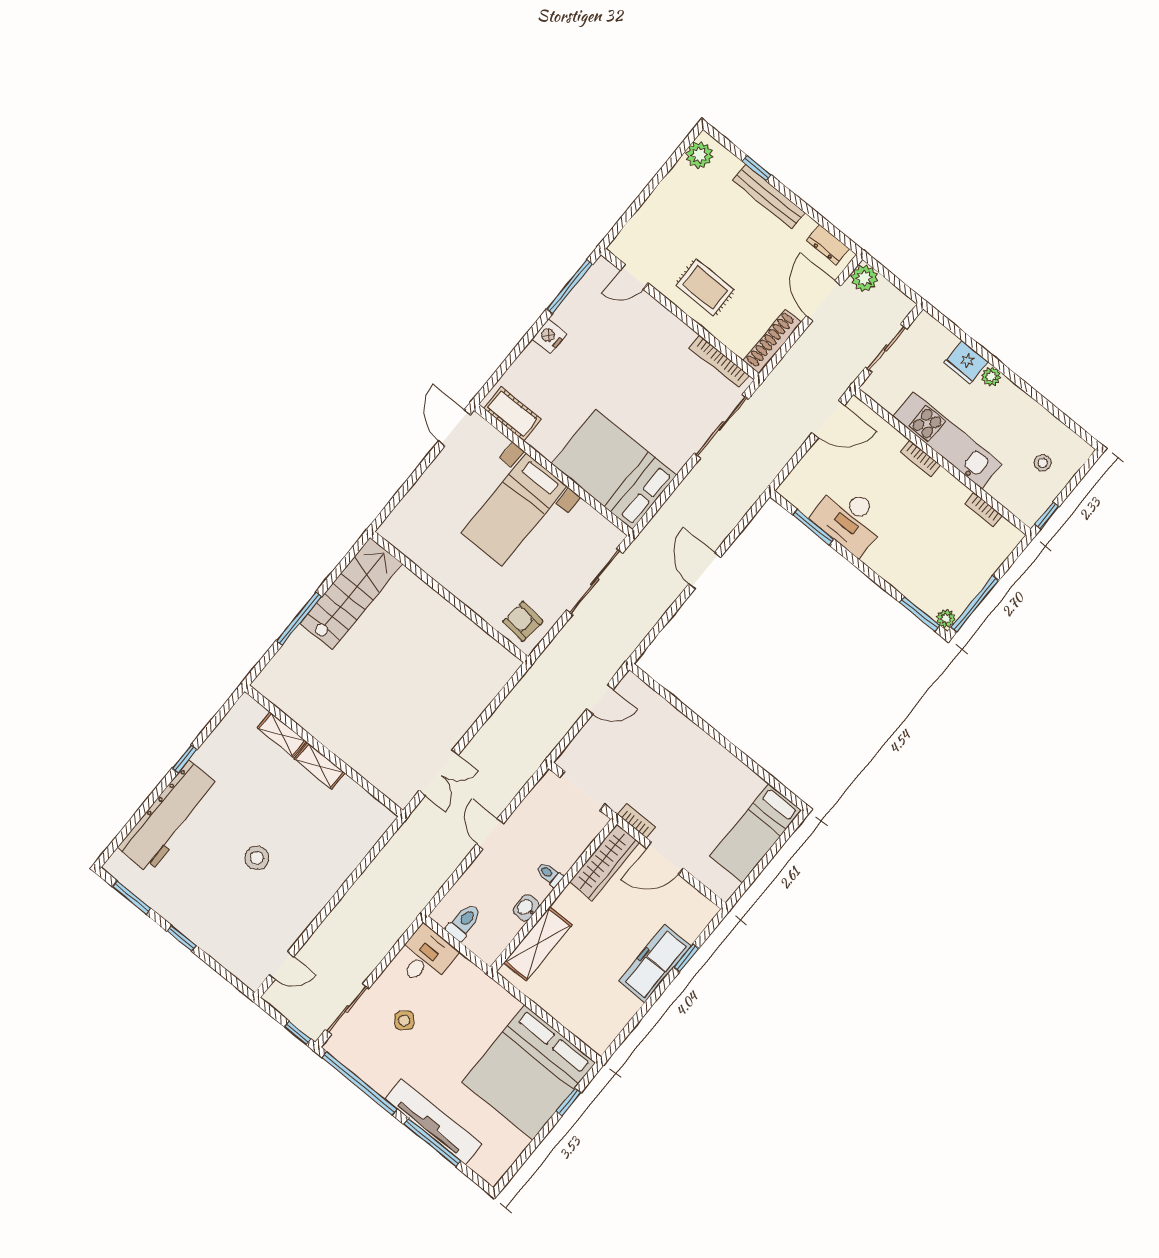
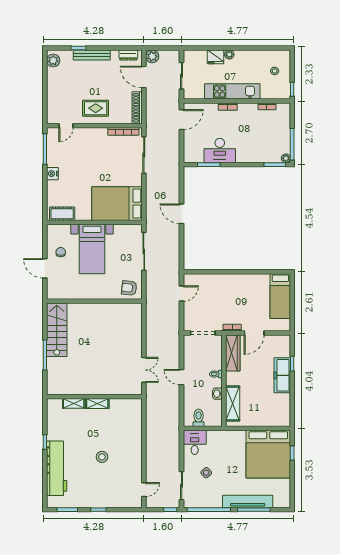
door: (454, 428) -> (45, 268), moved
chair: (460, 474) -> (61, 252), added

